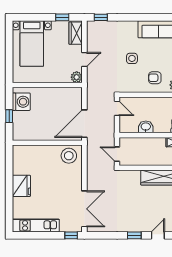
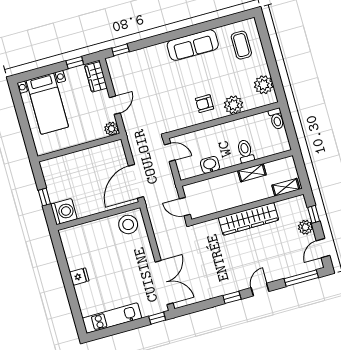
side table: (132, 58) -> (171, 88), removed
washing machine: (21, 102) -> (64, 212), moved
fridge: (21, 186) -> (79, 277), width x0.53, depth x0.75

